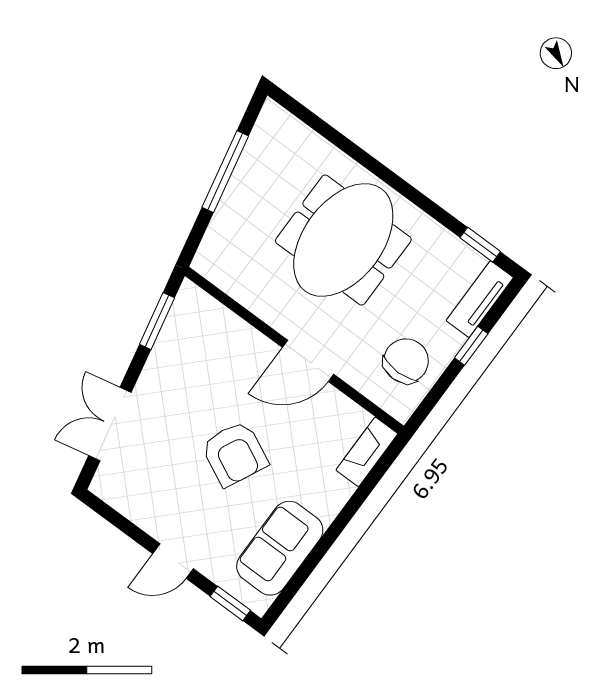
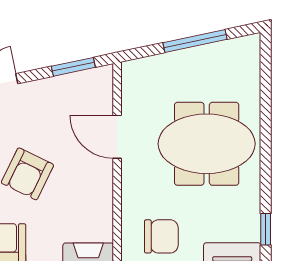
door: (308, 361) -> (117, 137), moved

